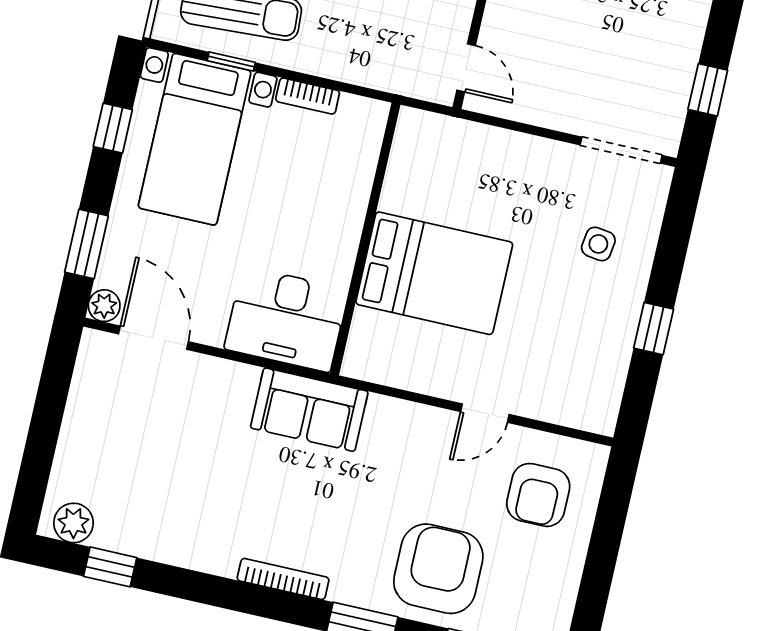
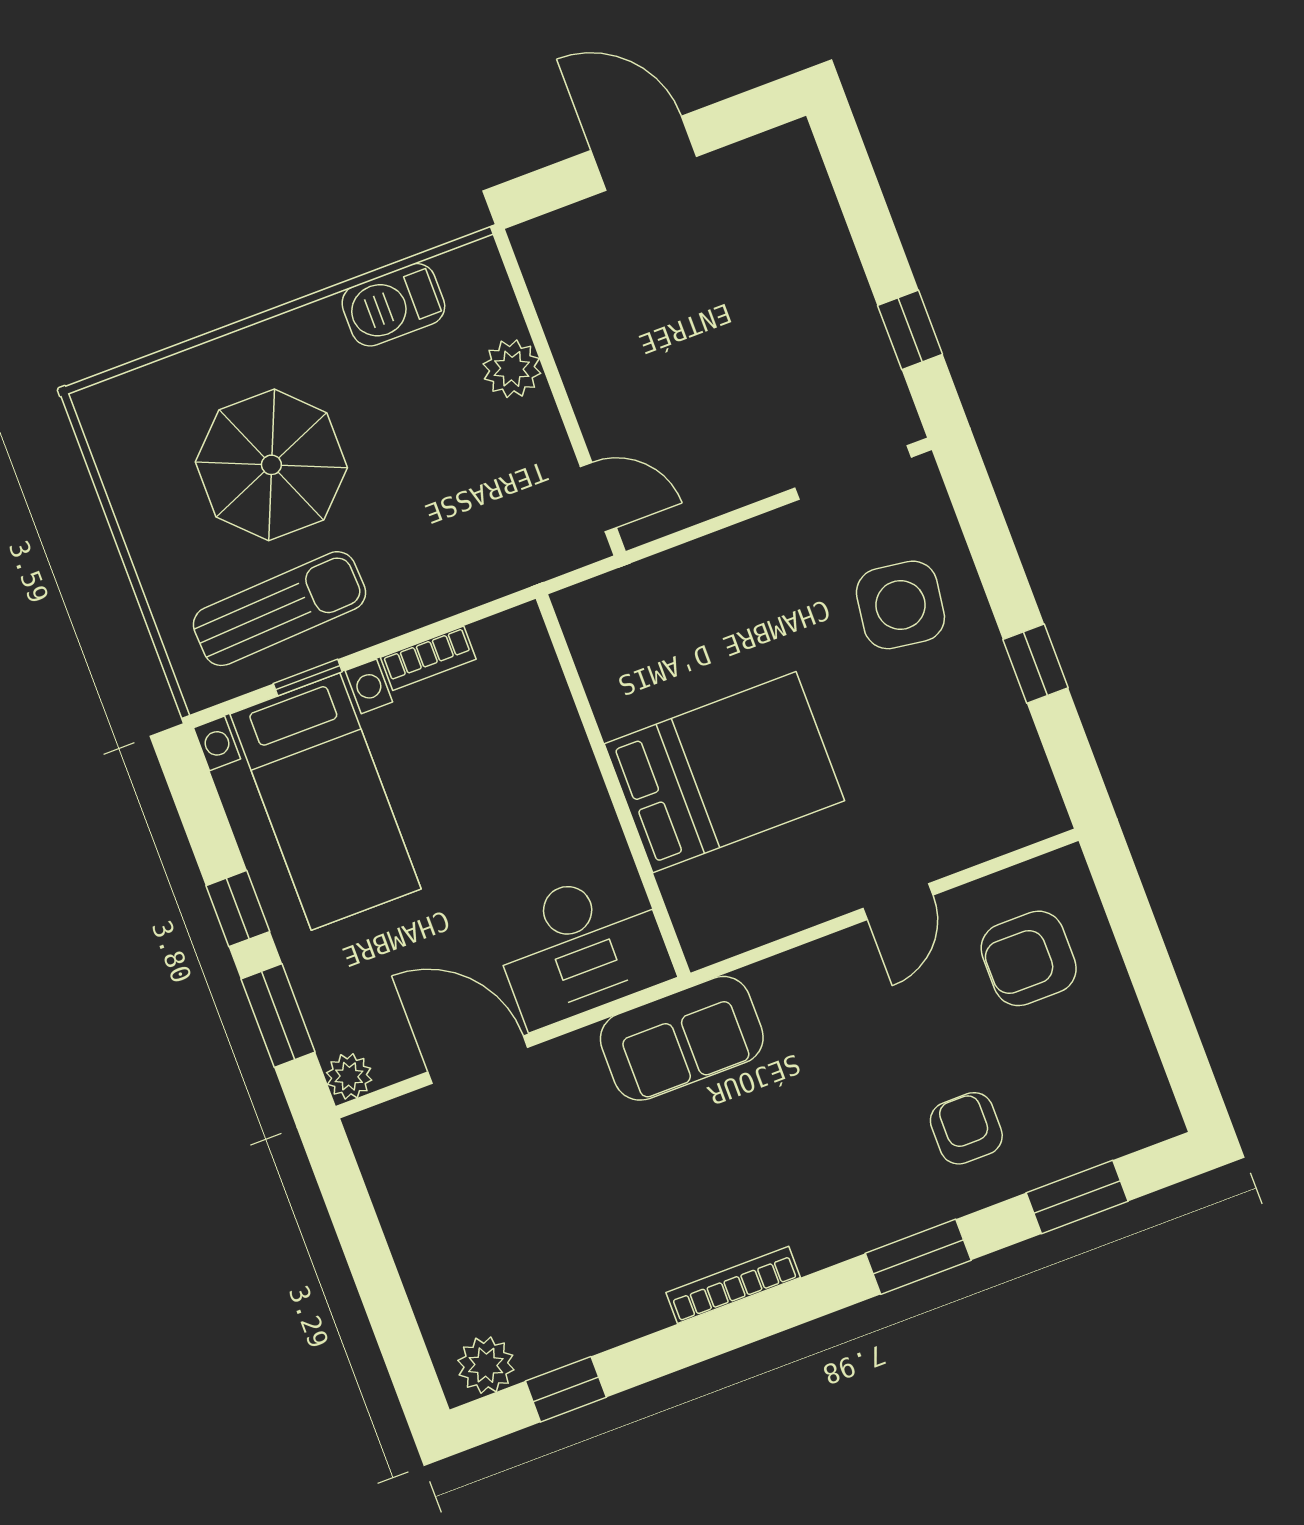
window: (113, 128) -> (238, 909), moved
side table: (598, 244) -> (900, 605), width x1.87, depth x1.87
door: (153, 338) -> (478, 1060), moved
armchair: (538, 495) -> (1029, 958), turned 90
armchair: (438, 569) -> (966, 1128), width x0.53, depth x0.53
bookcase: (283, 579) -> (733, 1285), moved

